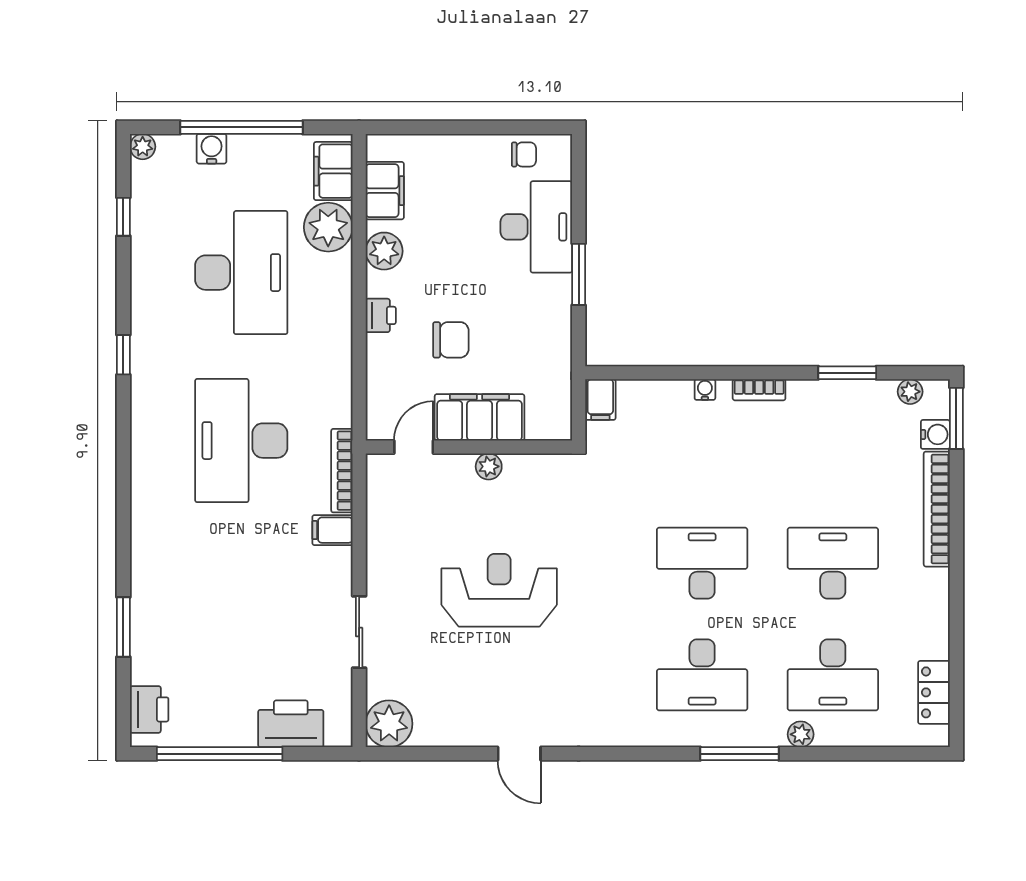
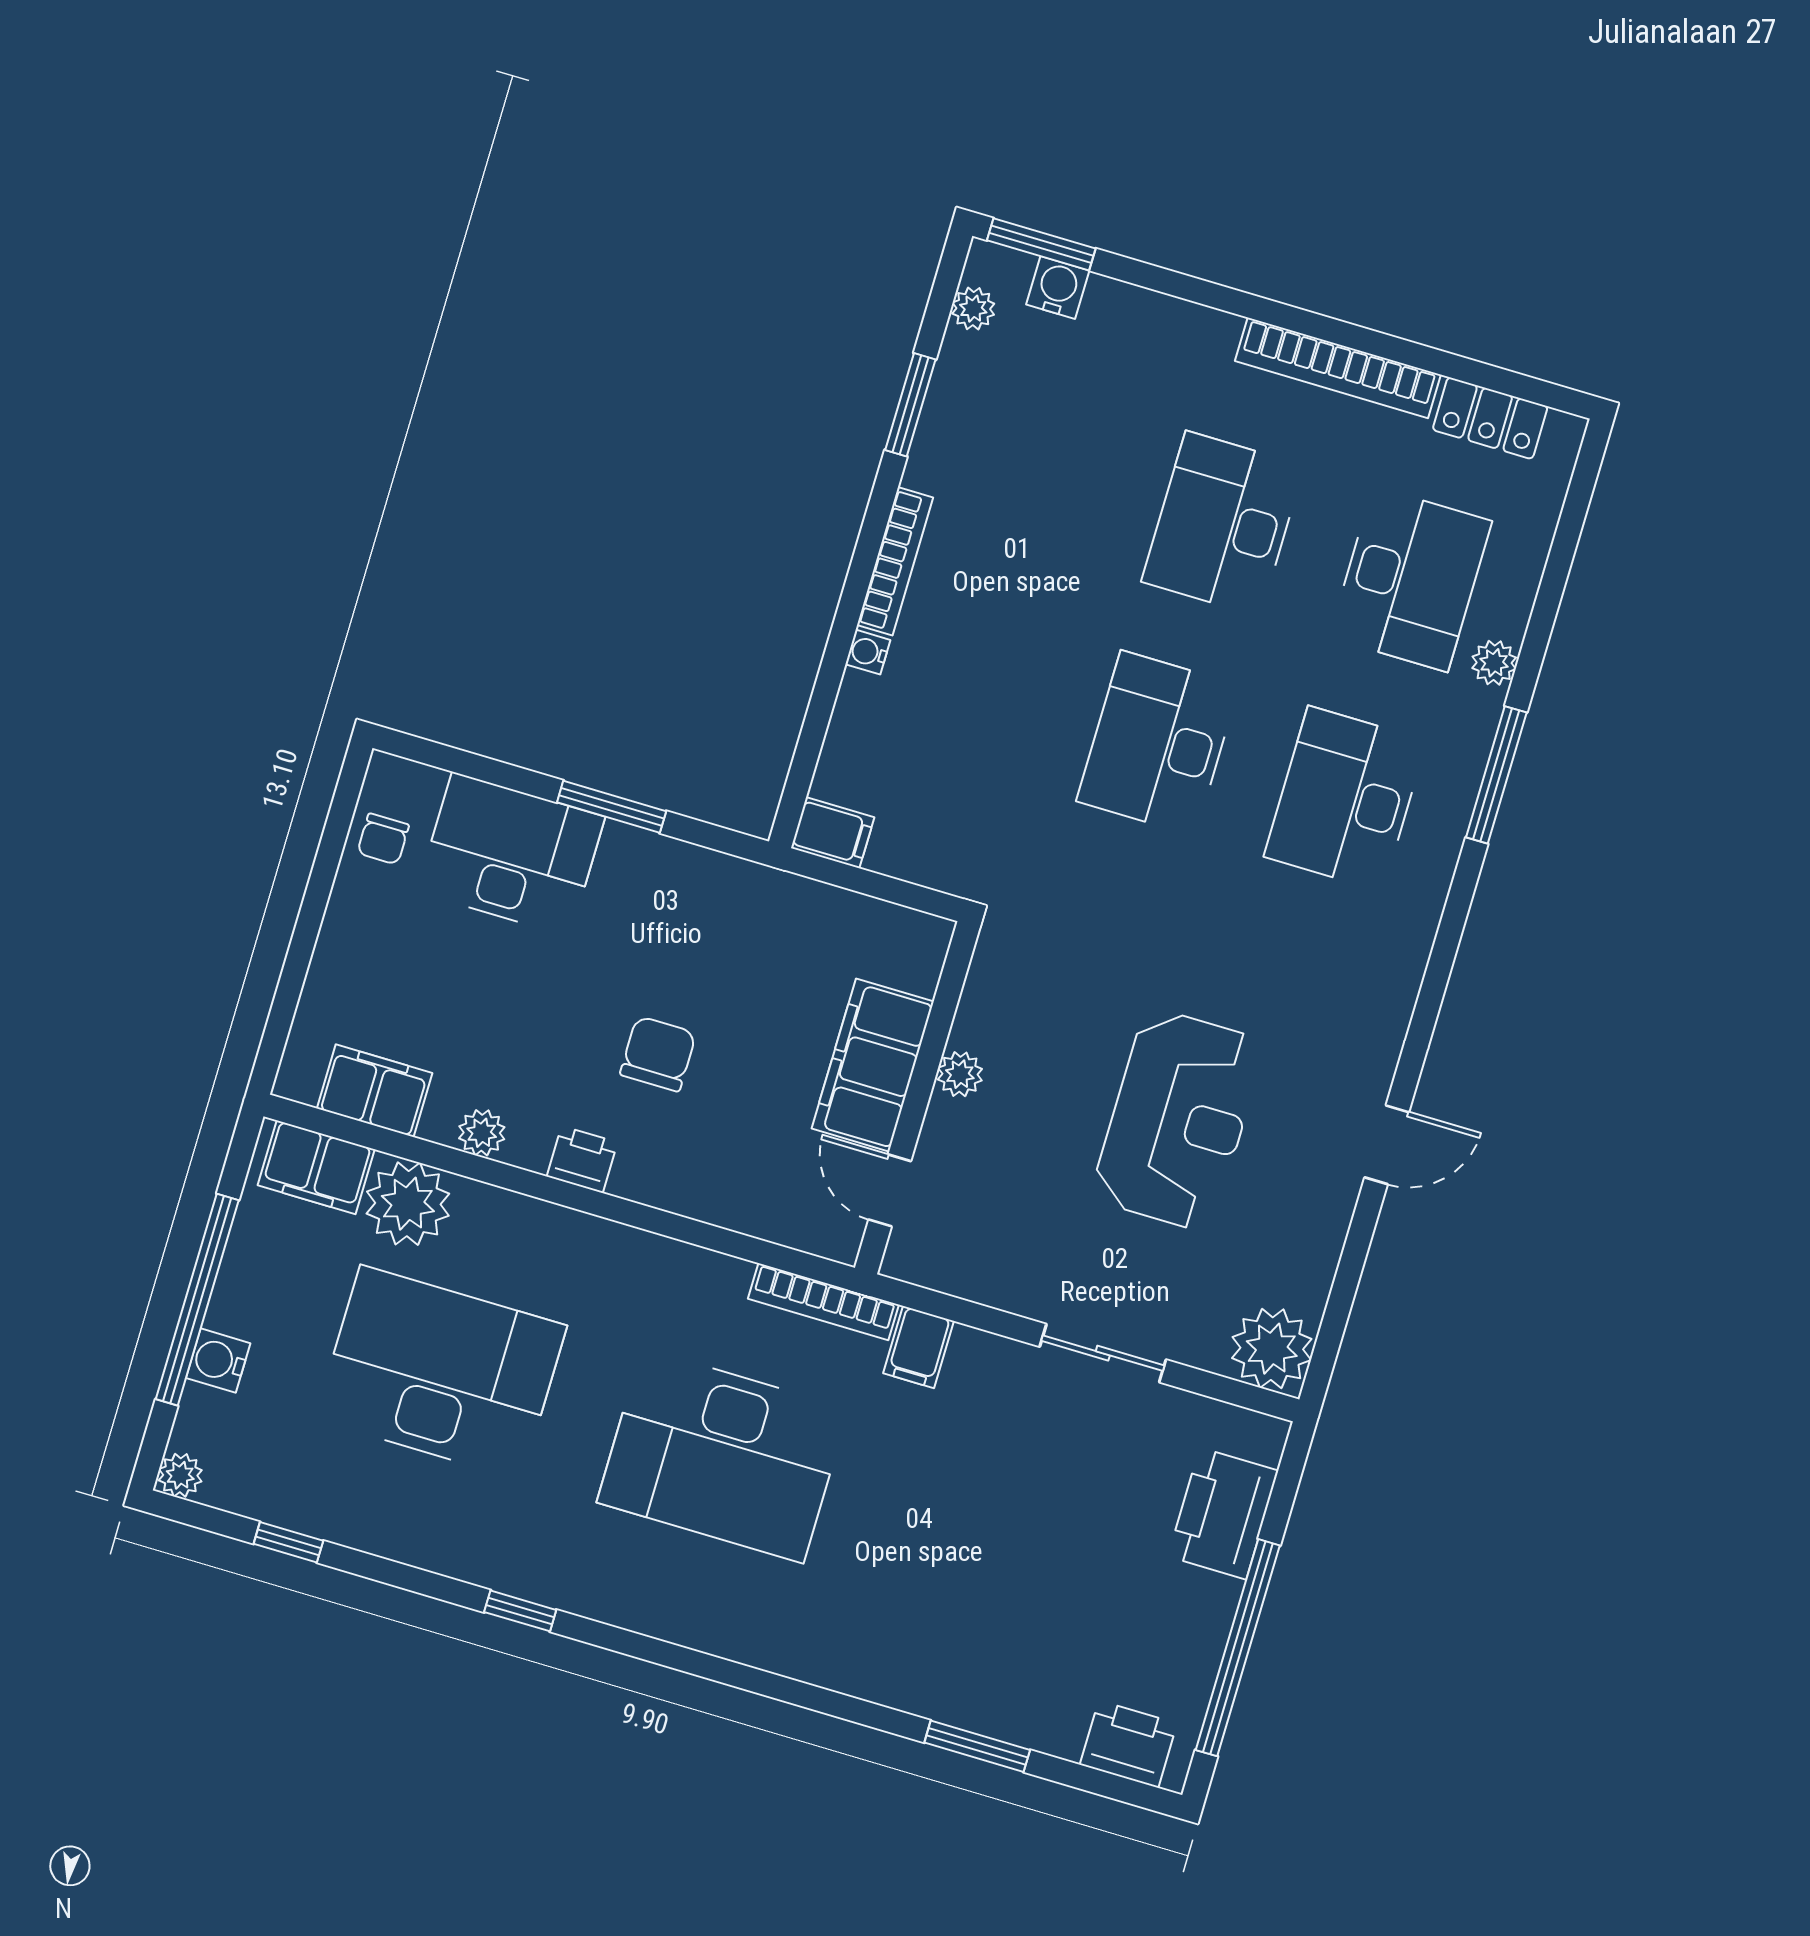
chair: (524, 154) -> (383, 839), turned 180
plant: (384, 251) -> (482, 1133), width x0.73, depth x0.73
bookcase: (759, 390) -> (895, 561), width x1.56
filing cabinet: (480, 417) -> (873, 1065), moved
door: (414, 447) -> (890, 1190), moved
wall: (469, 447) -> (917, 1098), moved
plant: (489, 466) -> (960, 1074), moved
bookcase: (937, 509) -> (1338, 368), moved
reception desk: (499, 590) -> (1178, 1120), moved, turned 180
desk: (702, 675) -> (1345, 799), turned 180

